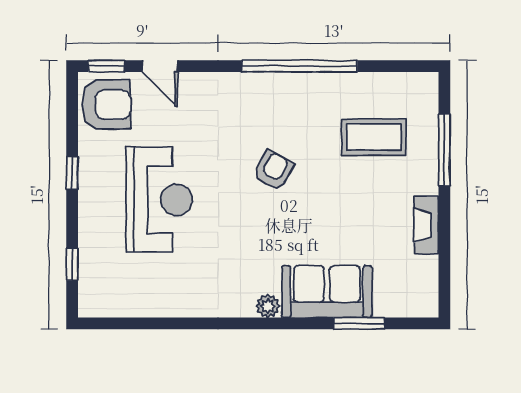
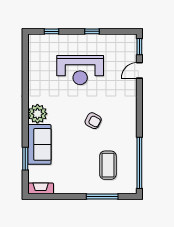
window: (299, 66) -> (139, 163), moved
armchair: (106, 105) -> (122, 47), removed
fireplace: (426, 225) -> (41, 188), moved
plant: (268, 306) -> (37, 114), width x1.87, depth x1.87

